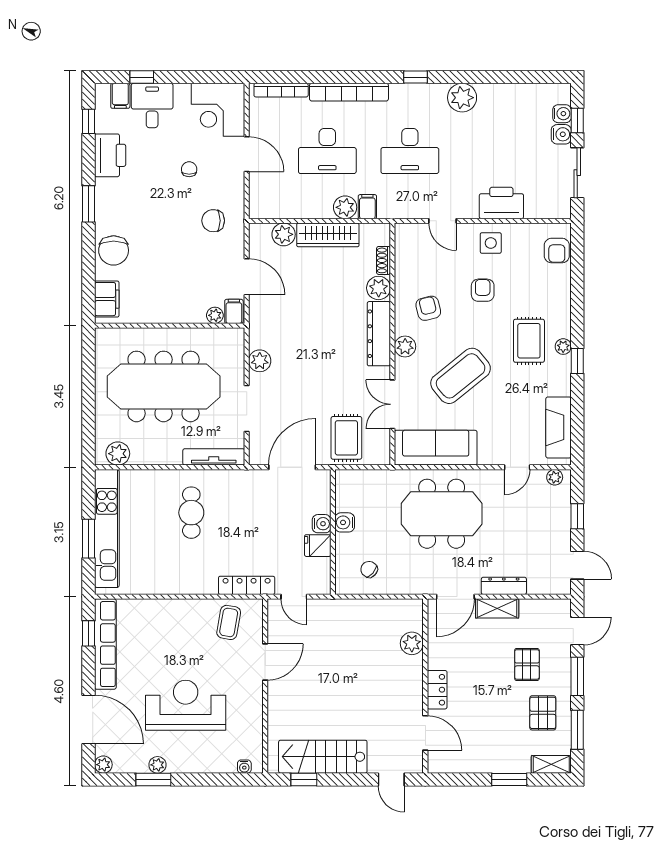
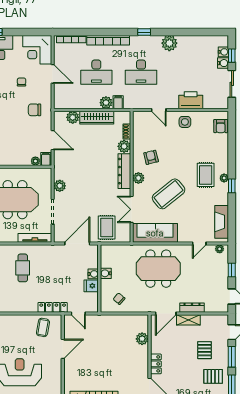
armchair: (483, 290) -> (181, 147), removed
pallet: (543, 713) -> (213, 376), turned 90

